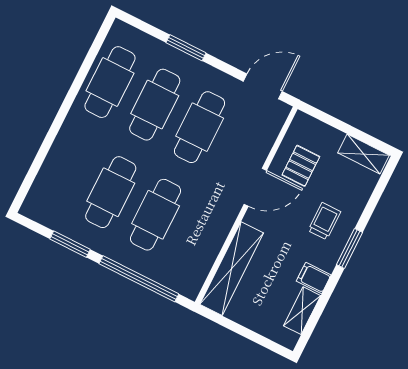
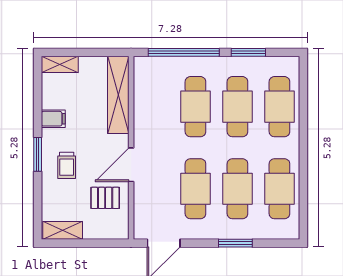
pallet: (301, 166) -> (105, 198), turned 90
cafe table: (66, 170) -> (279, 107), added
shelving: (302, 311) -> (60, 64), moved, turned 90

